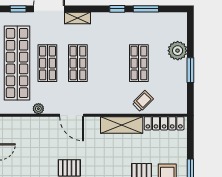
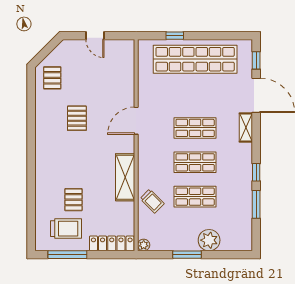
shop shelf: (47, 63) -> (195, 162), moved
plant: (38, 109) -> (144, 245), moved
locker: (164, 123) -> (112, 243), moved, turned 90

